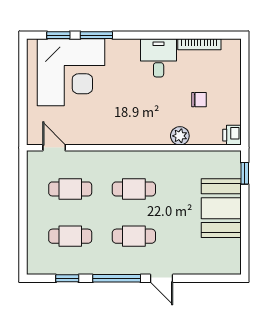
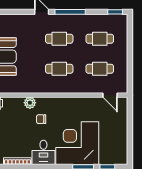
corner desk: (71, 72) -> (77, 143), moved
chair: (199, 100) -> (41, 119), moved
window: (67, 278) -> (115, 12), moved

